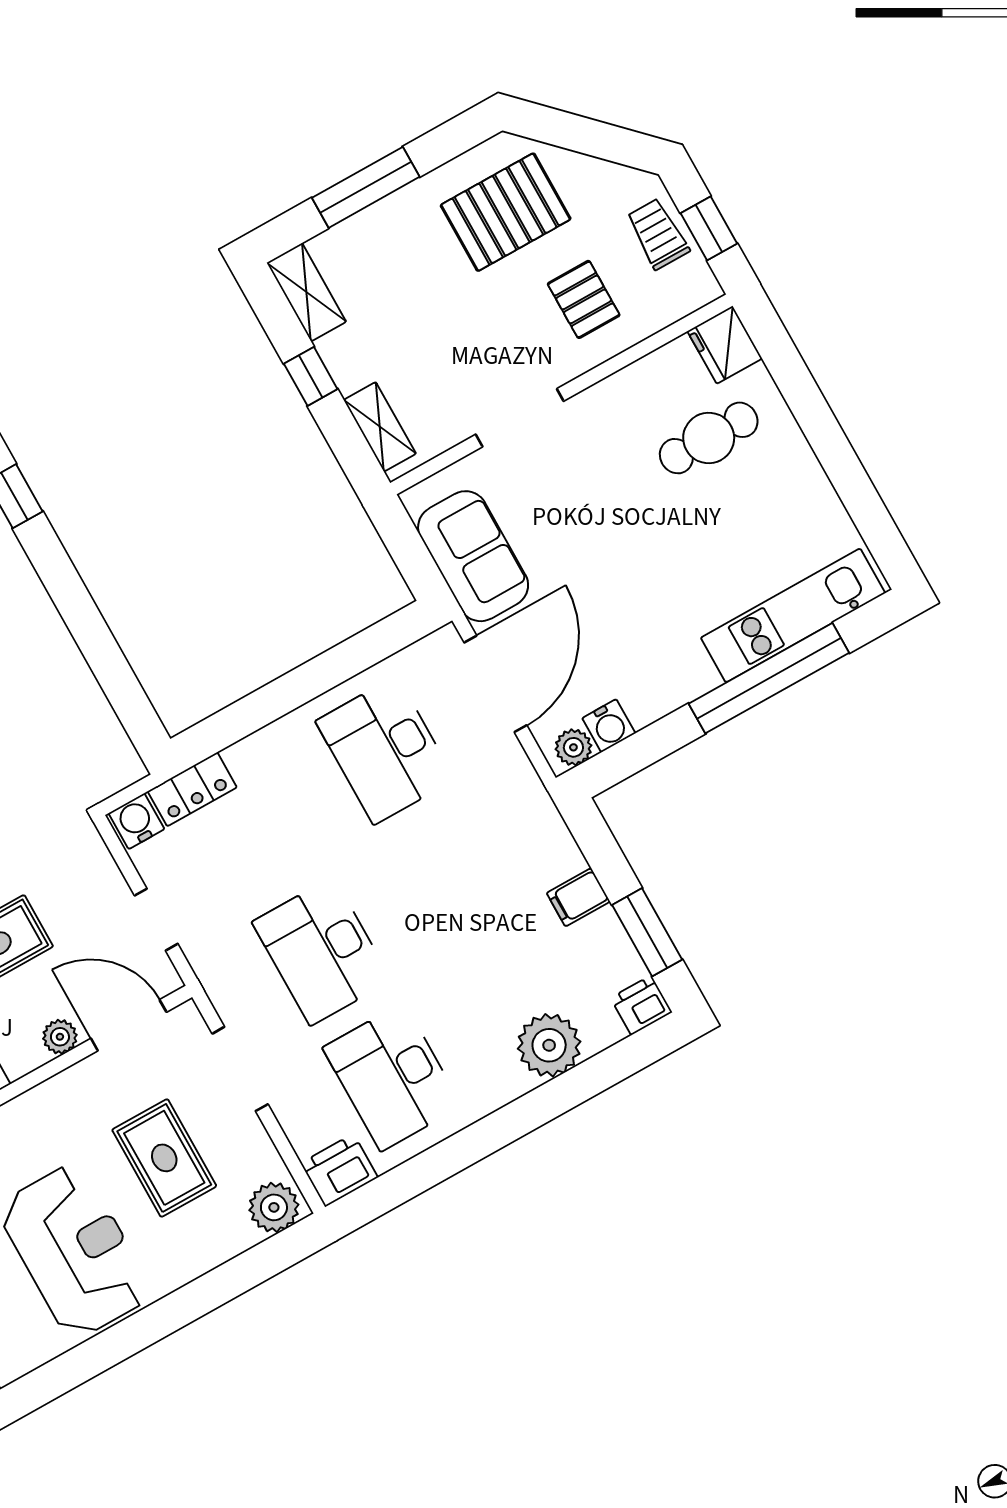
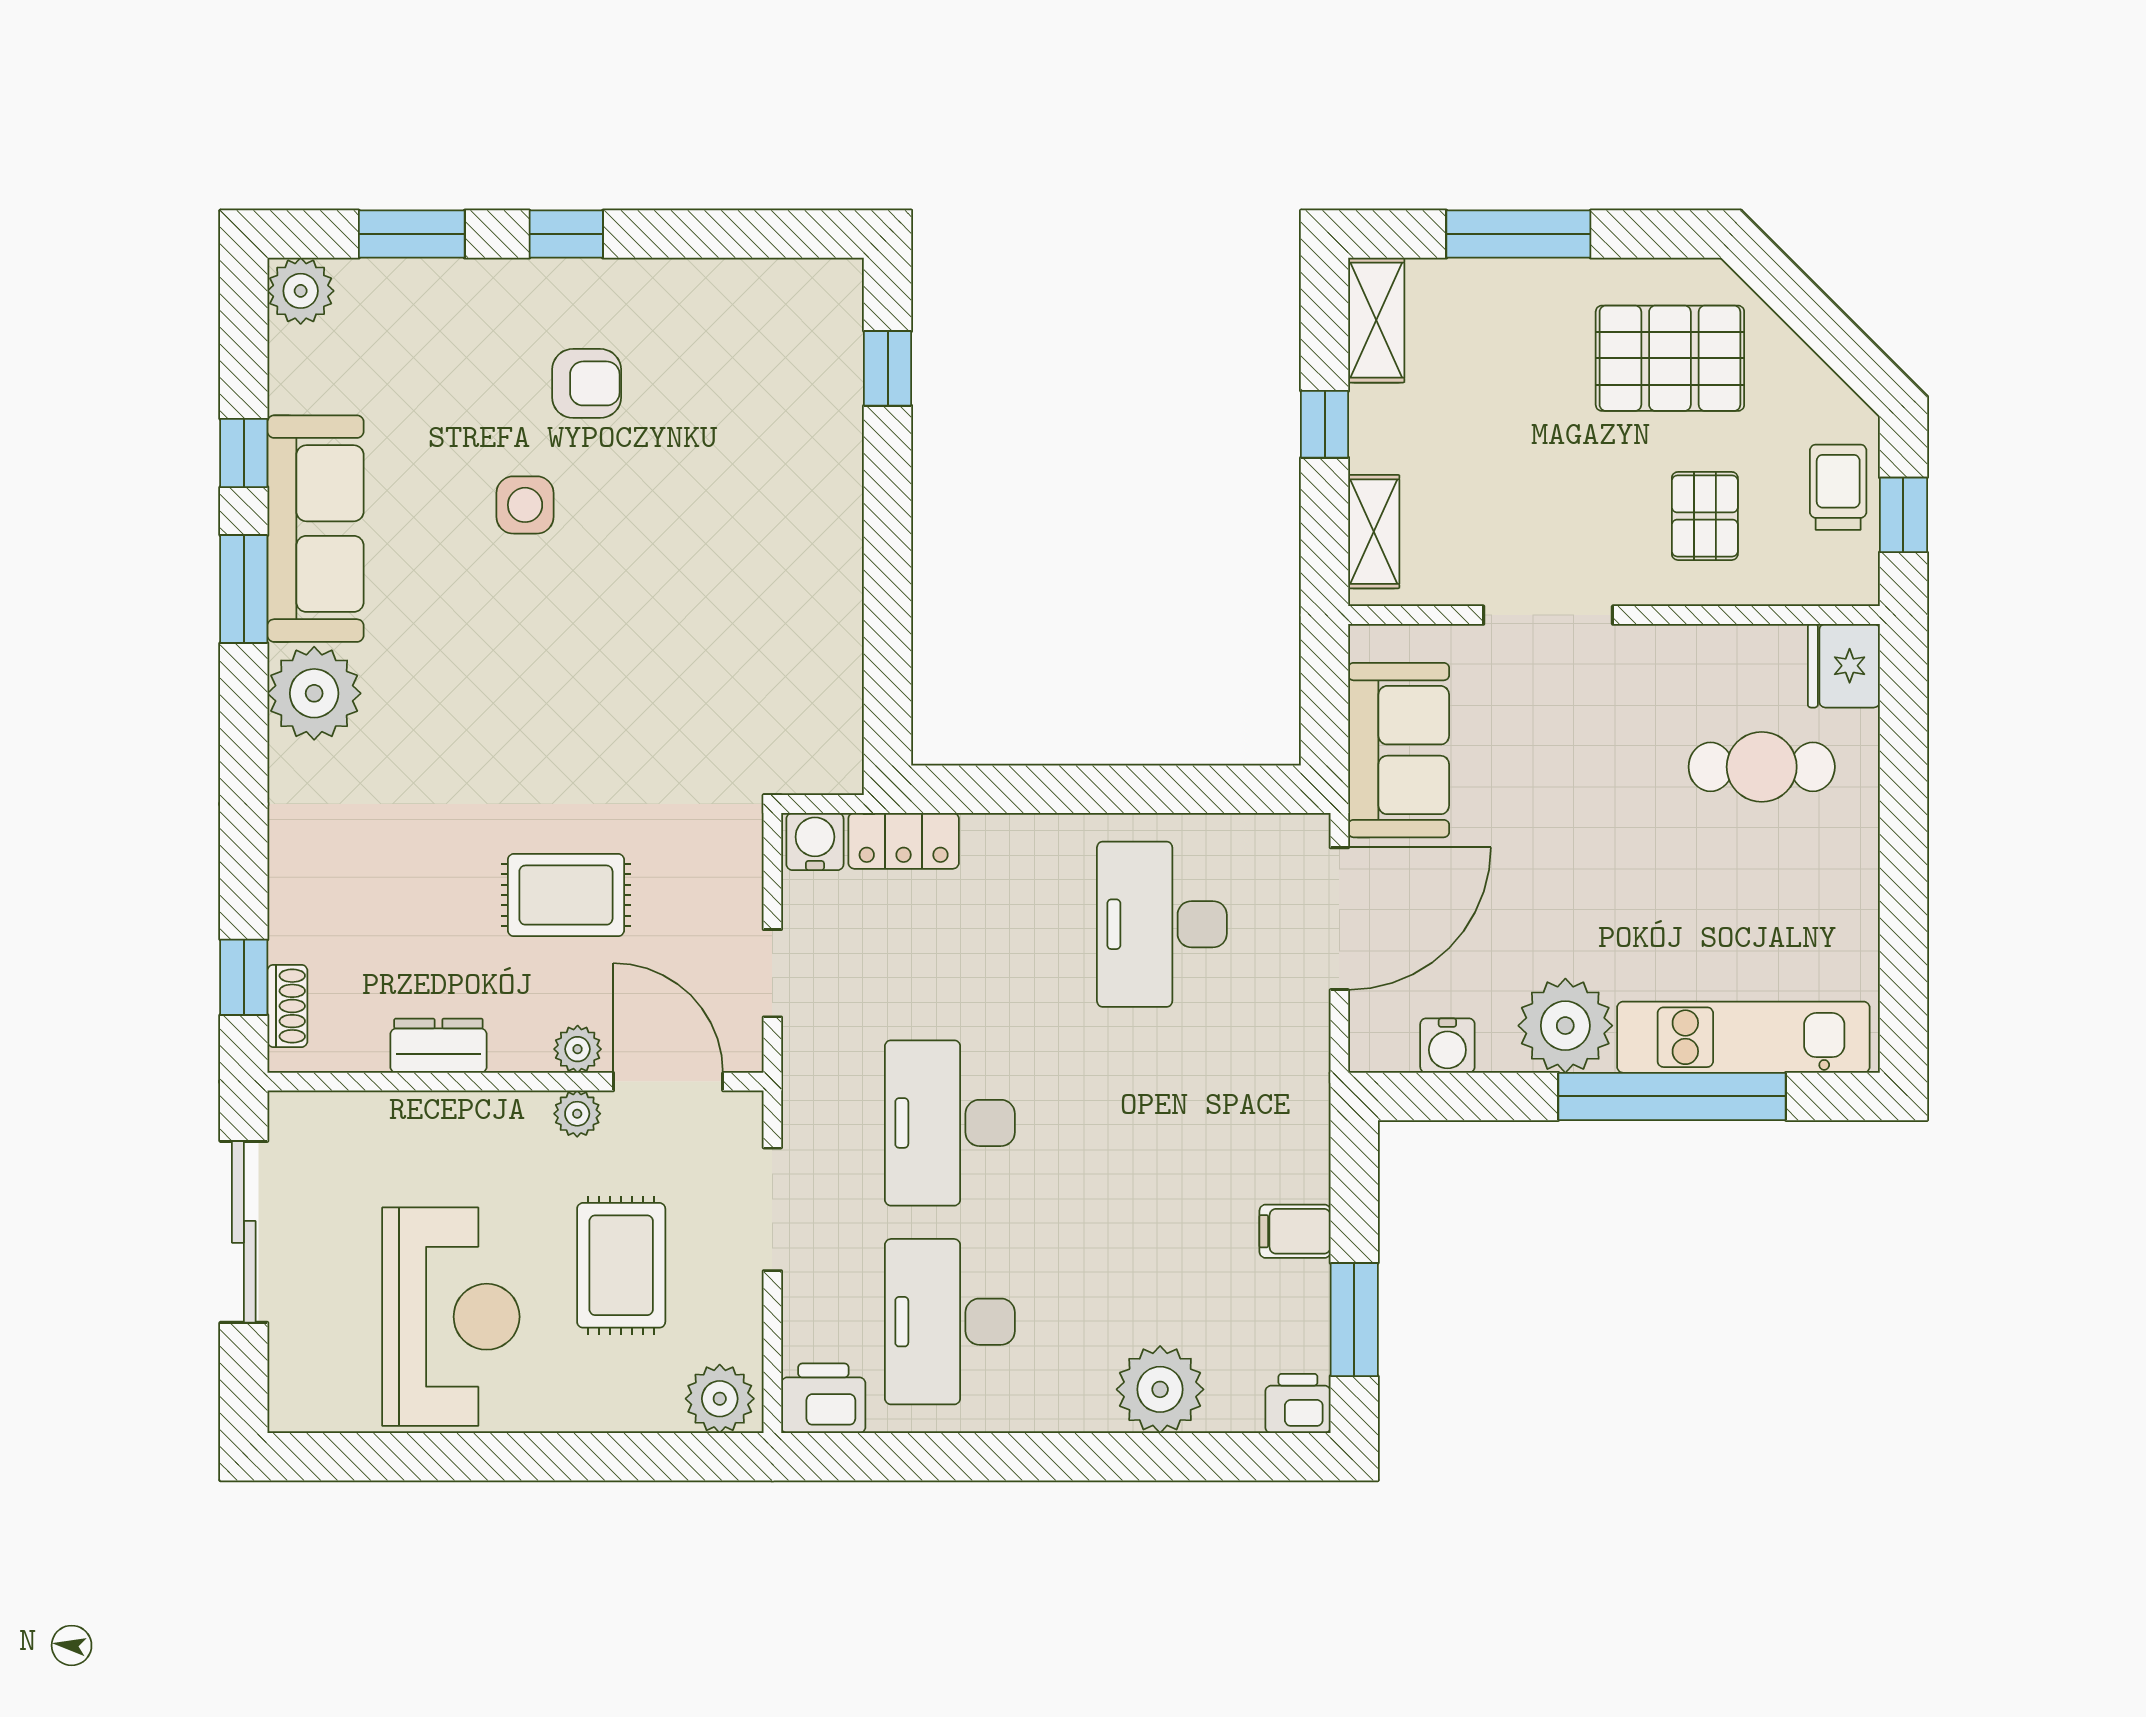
plant: (573, 747) -> (1565, 1026), moved, width x1.87, depth x1.87
plant: (83, 1078) -> (577, 1114), added

